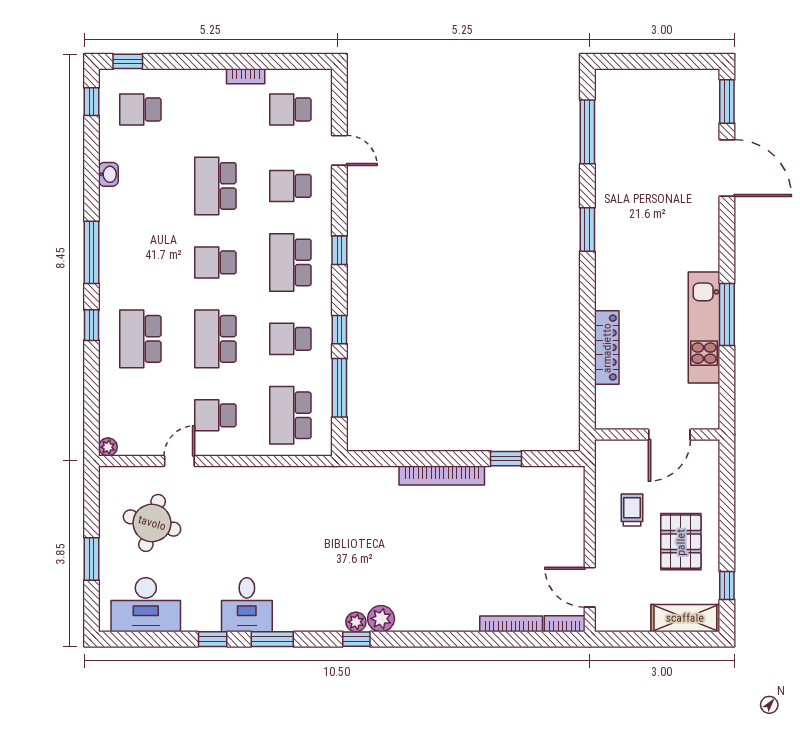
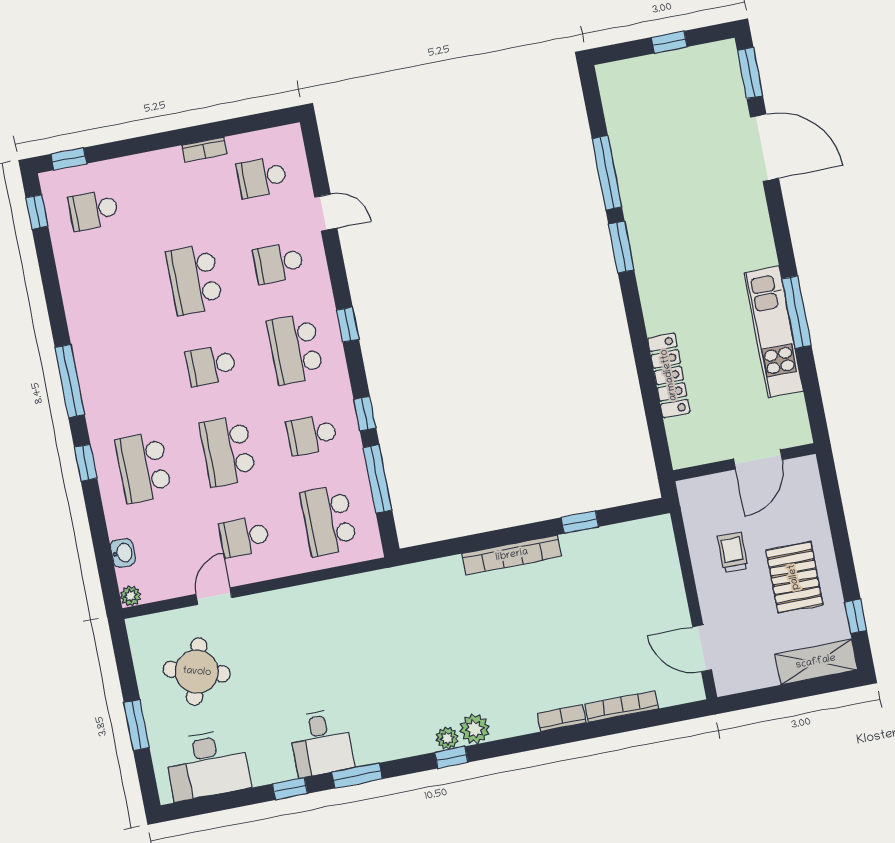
window: (663, 61) -> (669, 42), added
window: (587, 132) -> (607, 173), moved
washbasin: (108, 174) -> (123, 553), moved
bookcase: (565, 624) -> (562, 718), moved

